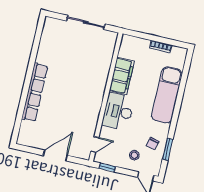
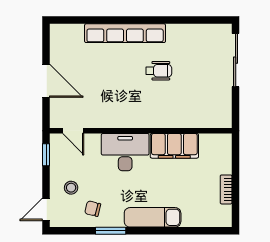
sliding door: (86, 22) -> (236, 60), moved
wheelchair: (66, 75) -> (159, 71), added
exam couch: (167, 95) -> (153, 217), width x0.73, depth x0.69
window: (168, 149) -> (111, 231), moved

